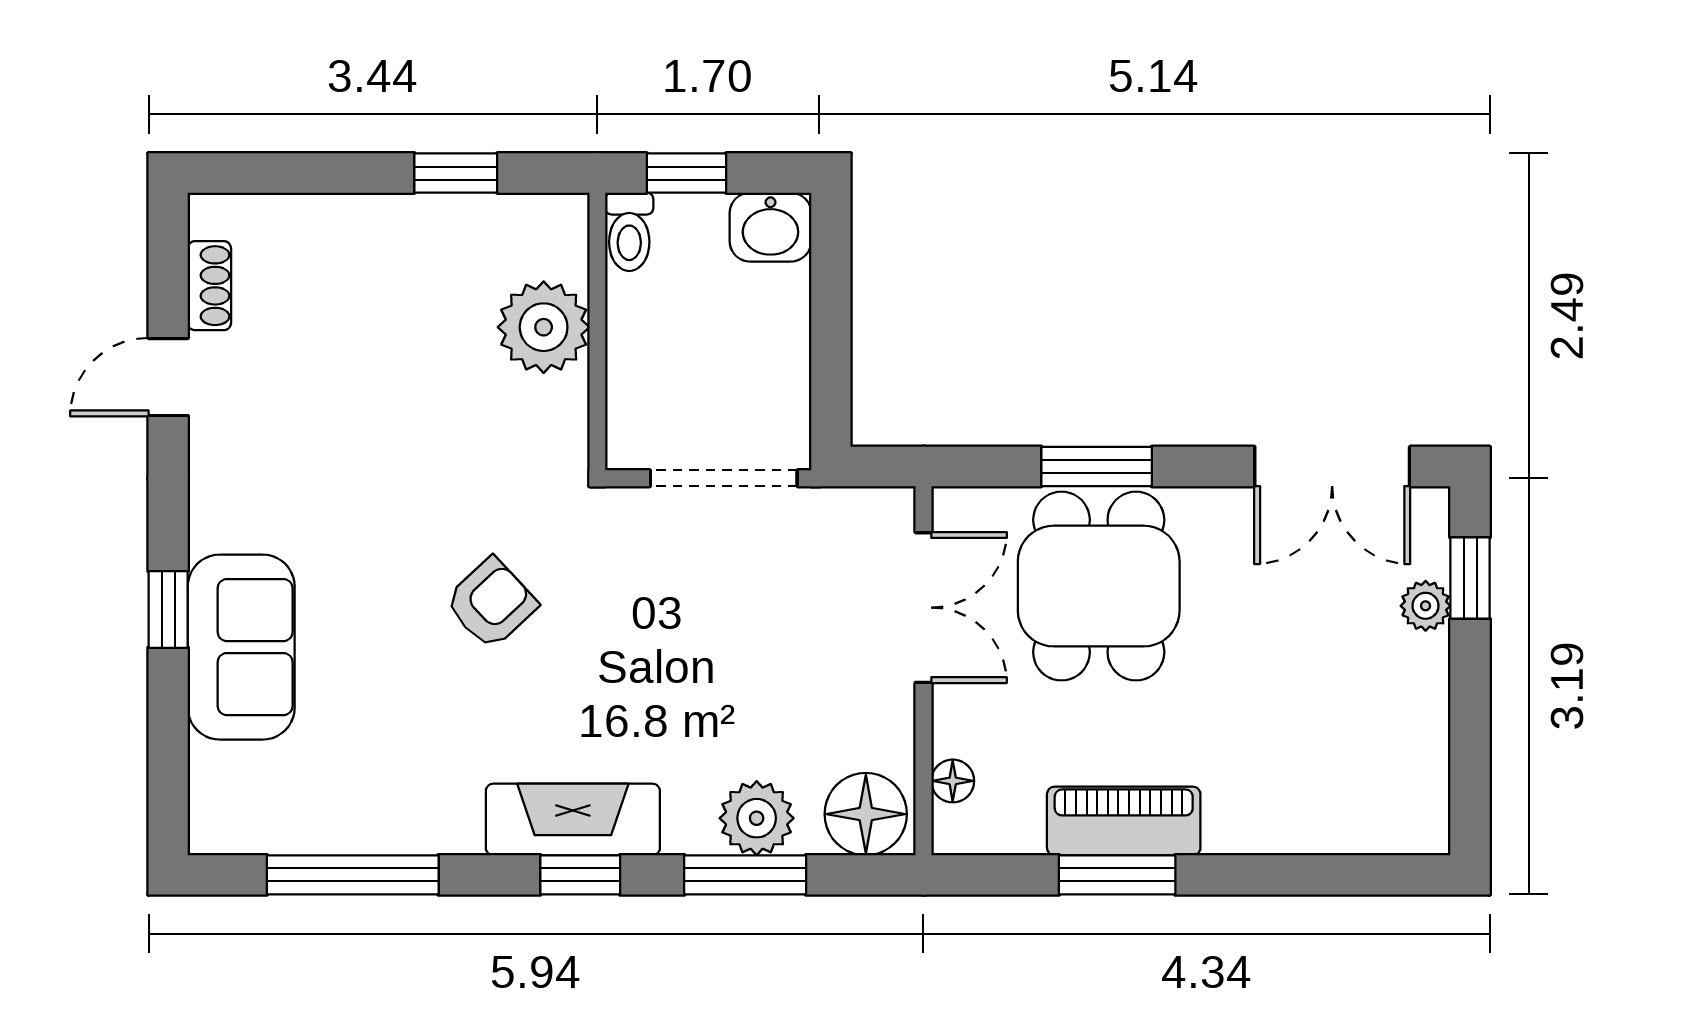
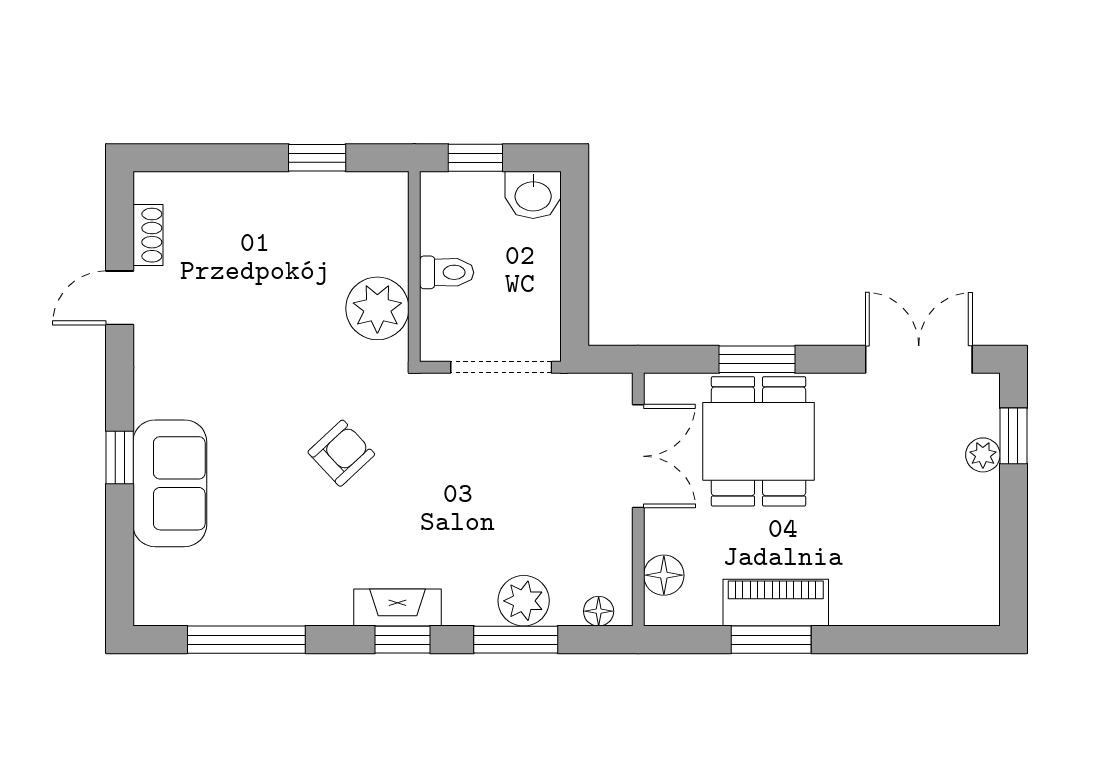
toilet: (629, 232) -> (447, 272), moved, turned -90
plant: (544, 327) -> (377, 308), moved
double door: (1332, 467) -> (919, 359), swing flipped
floor lamp: (953, 781) -> (664, 575), width x1.37, depth x1.37
floor lamp: (866, 814) -> (599, 611), width x0.53, depth x0.53
fireplace: (573, 819) -> (398, 608), width x0.73, depth x0.76

